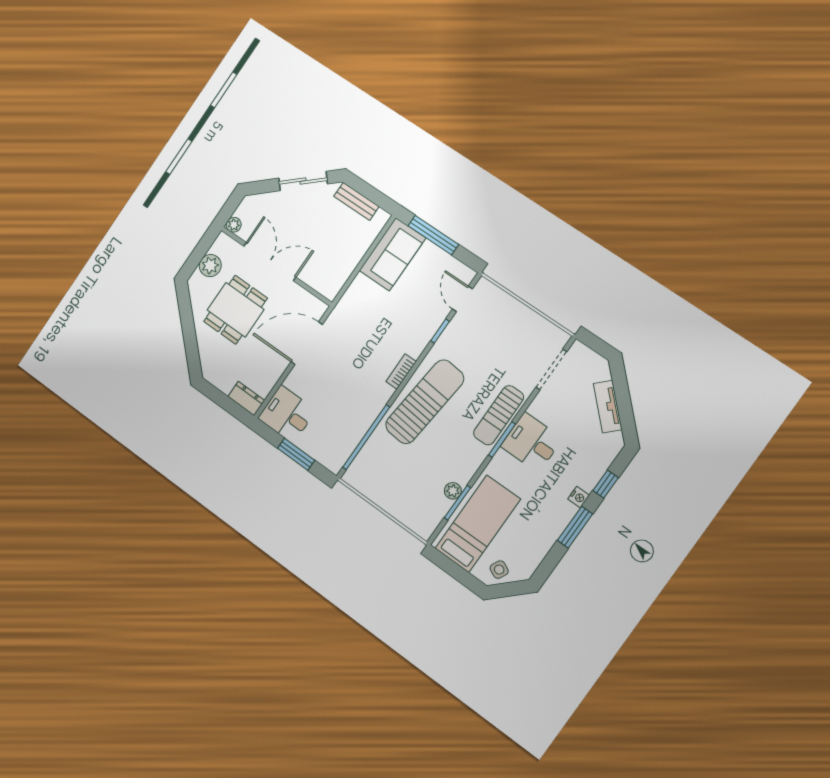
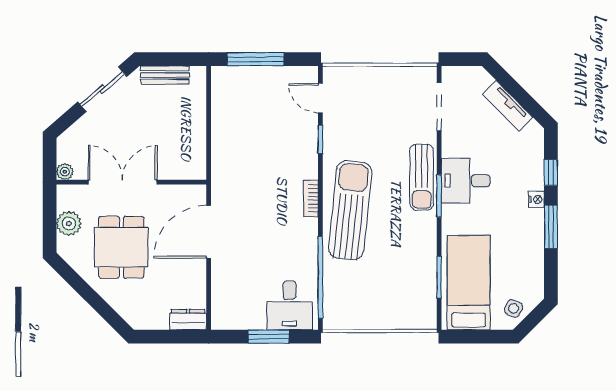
sofa: (392, 254) -> (231, 100), removed
desk: (287, 414) -> (290, 305), moved, turned -90
plant: (453, 491) -> (428, 270), removed

